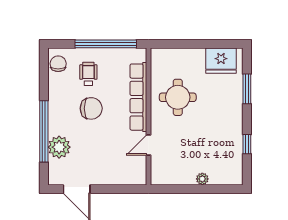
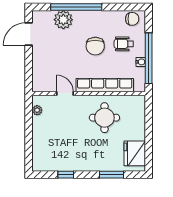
water cooler: (110, 53) -> (141, 62), added
wheelchair: (88, 74) -> (124, 44), turned 180
plant: (202, 179) -> (37, 110), moved

